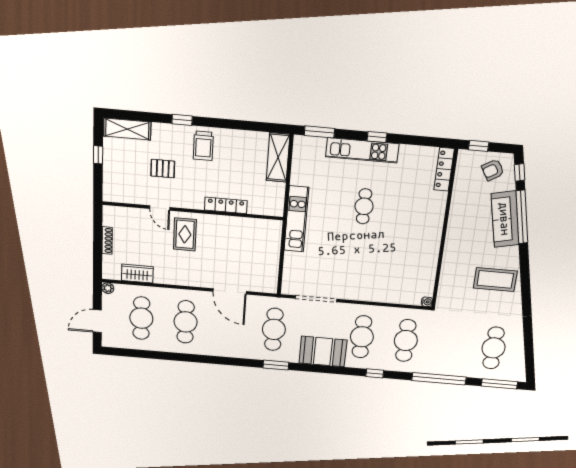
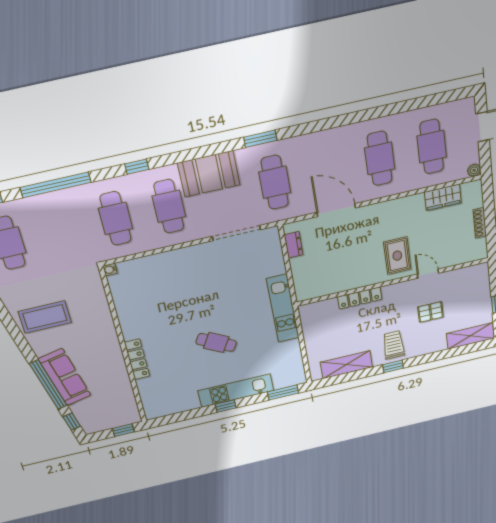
window: (182, 120) -> (393, 366), moved
shelving: (278, 157) -> (346, 365), moved, turned 90
locker: (444, 169) -> (137, 359), moved
armchair: (493, 170) -> (100, 415), removed
cafe table: (364, 206) -> (216, 342), turned -61
dresser: (272, 274) -> (294, 245), added

